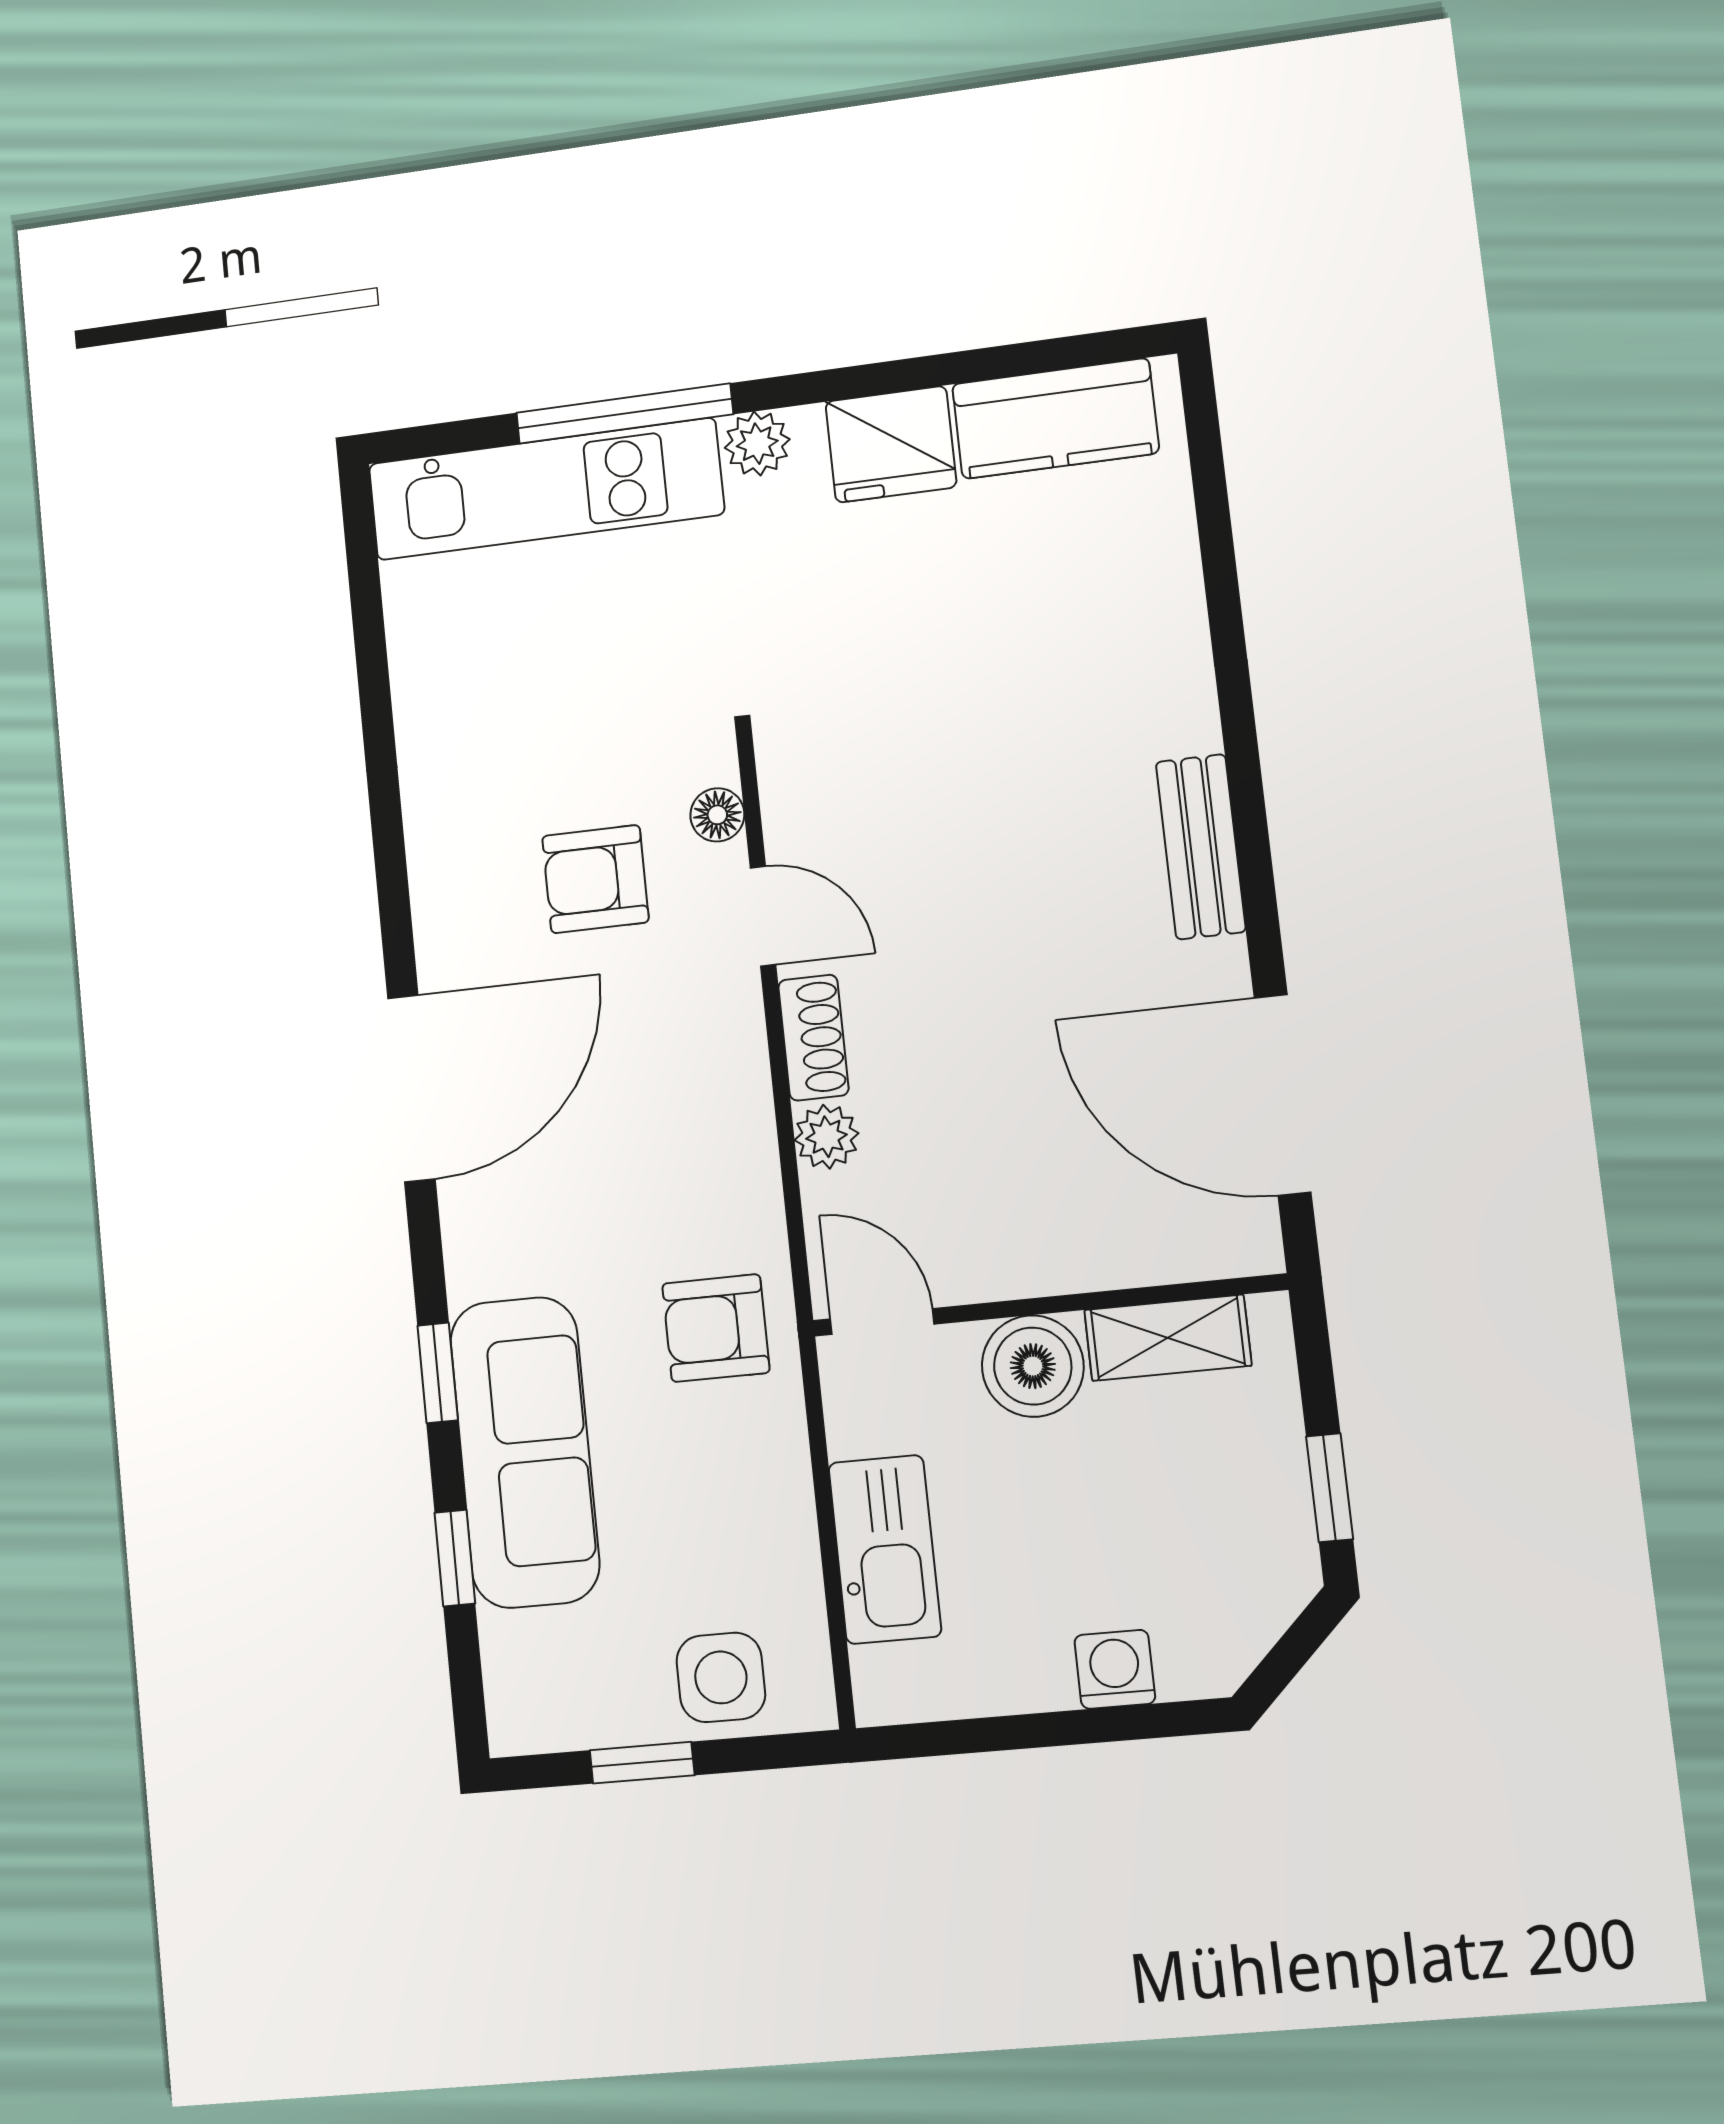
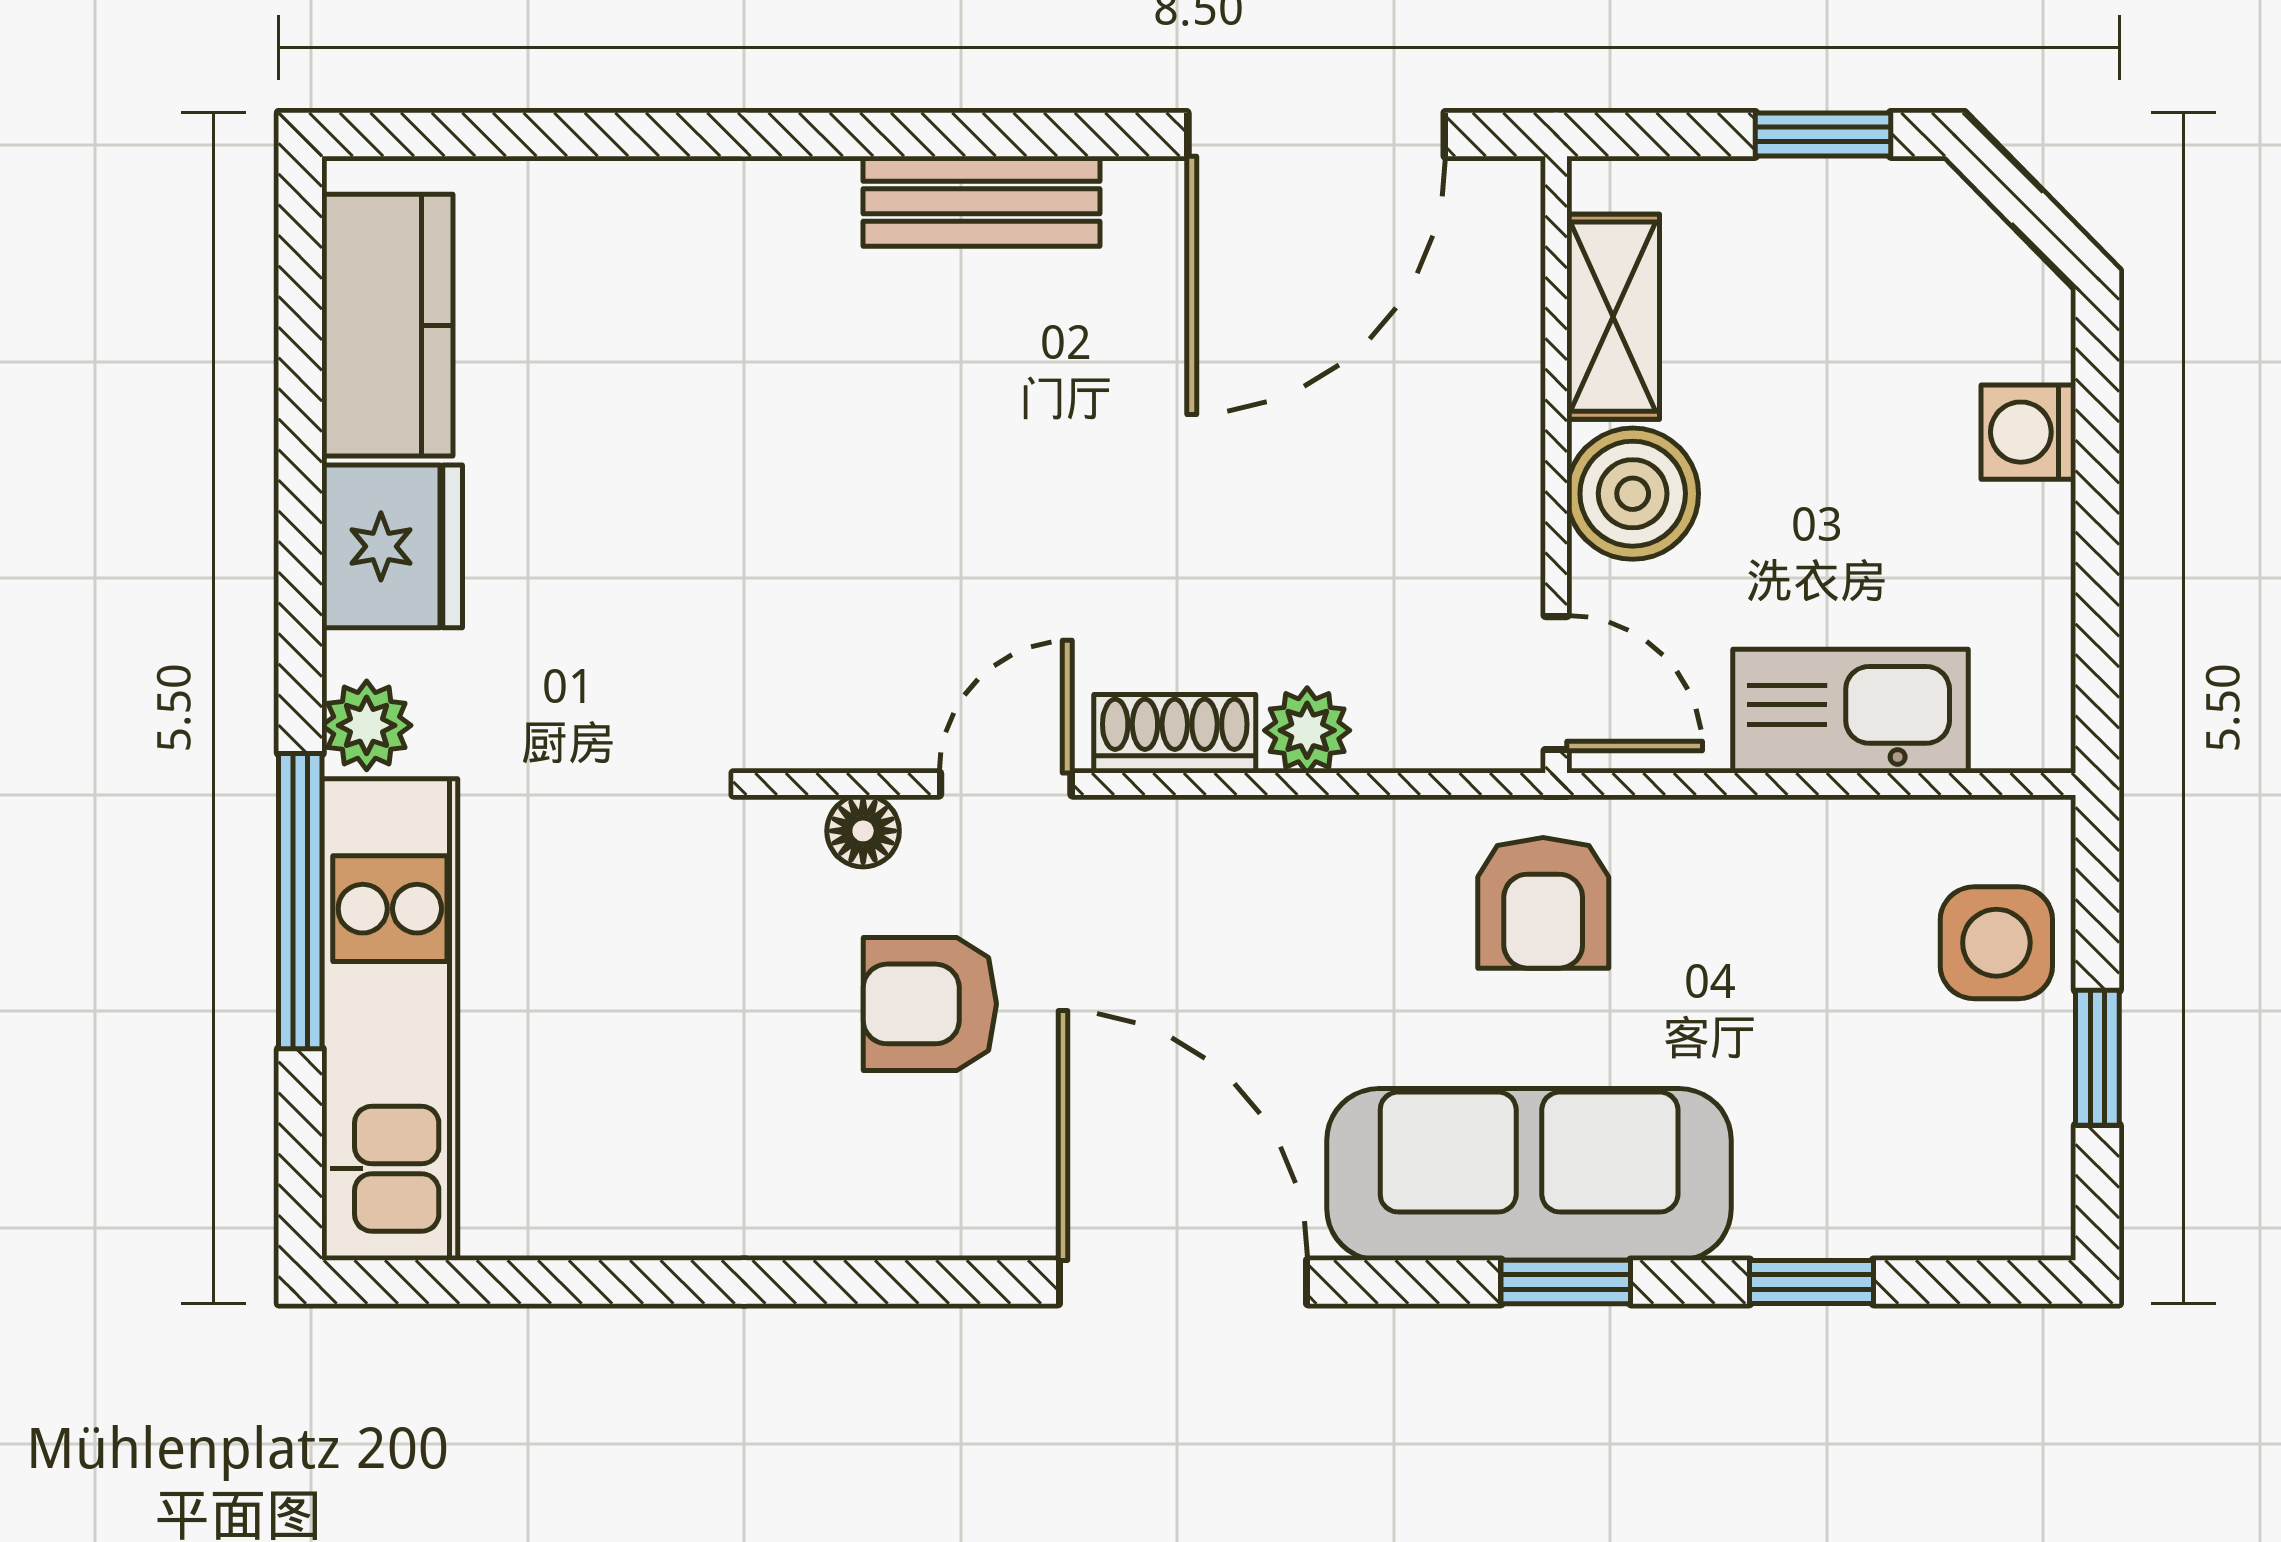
armchair: (595, 879) -> (930, 1004), turned 90
door: (882, 1322) -> (1556, 683), swing flipped
sofa: (525, 1452) -> (1529, 1174), moved

